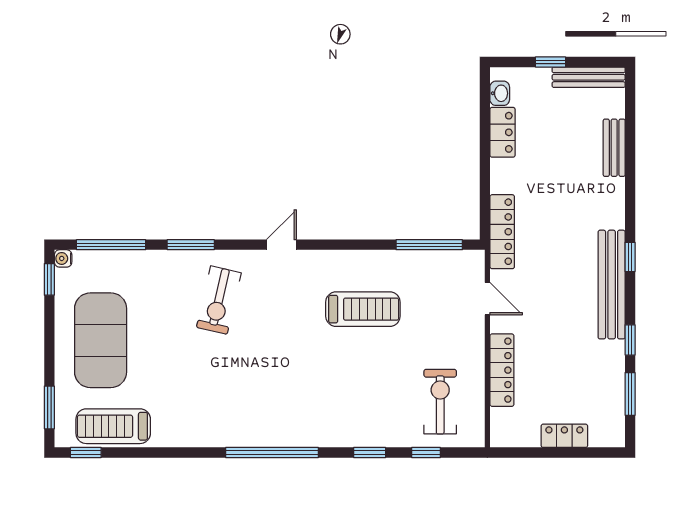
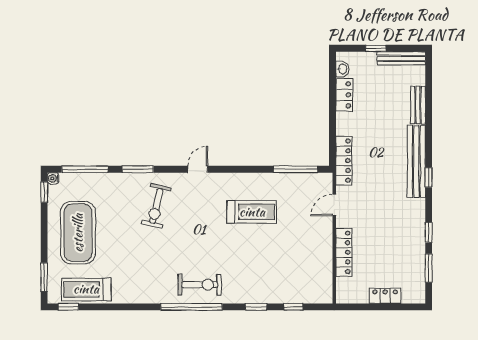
bench: (612, 285) -> (416, 161), moved
door: (487, 299) -> (334, 205), swing flipped
exercise bike: (440, 402) -> (200, 285), moved, turned 90

